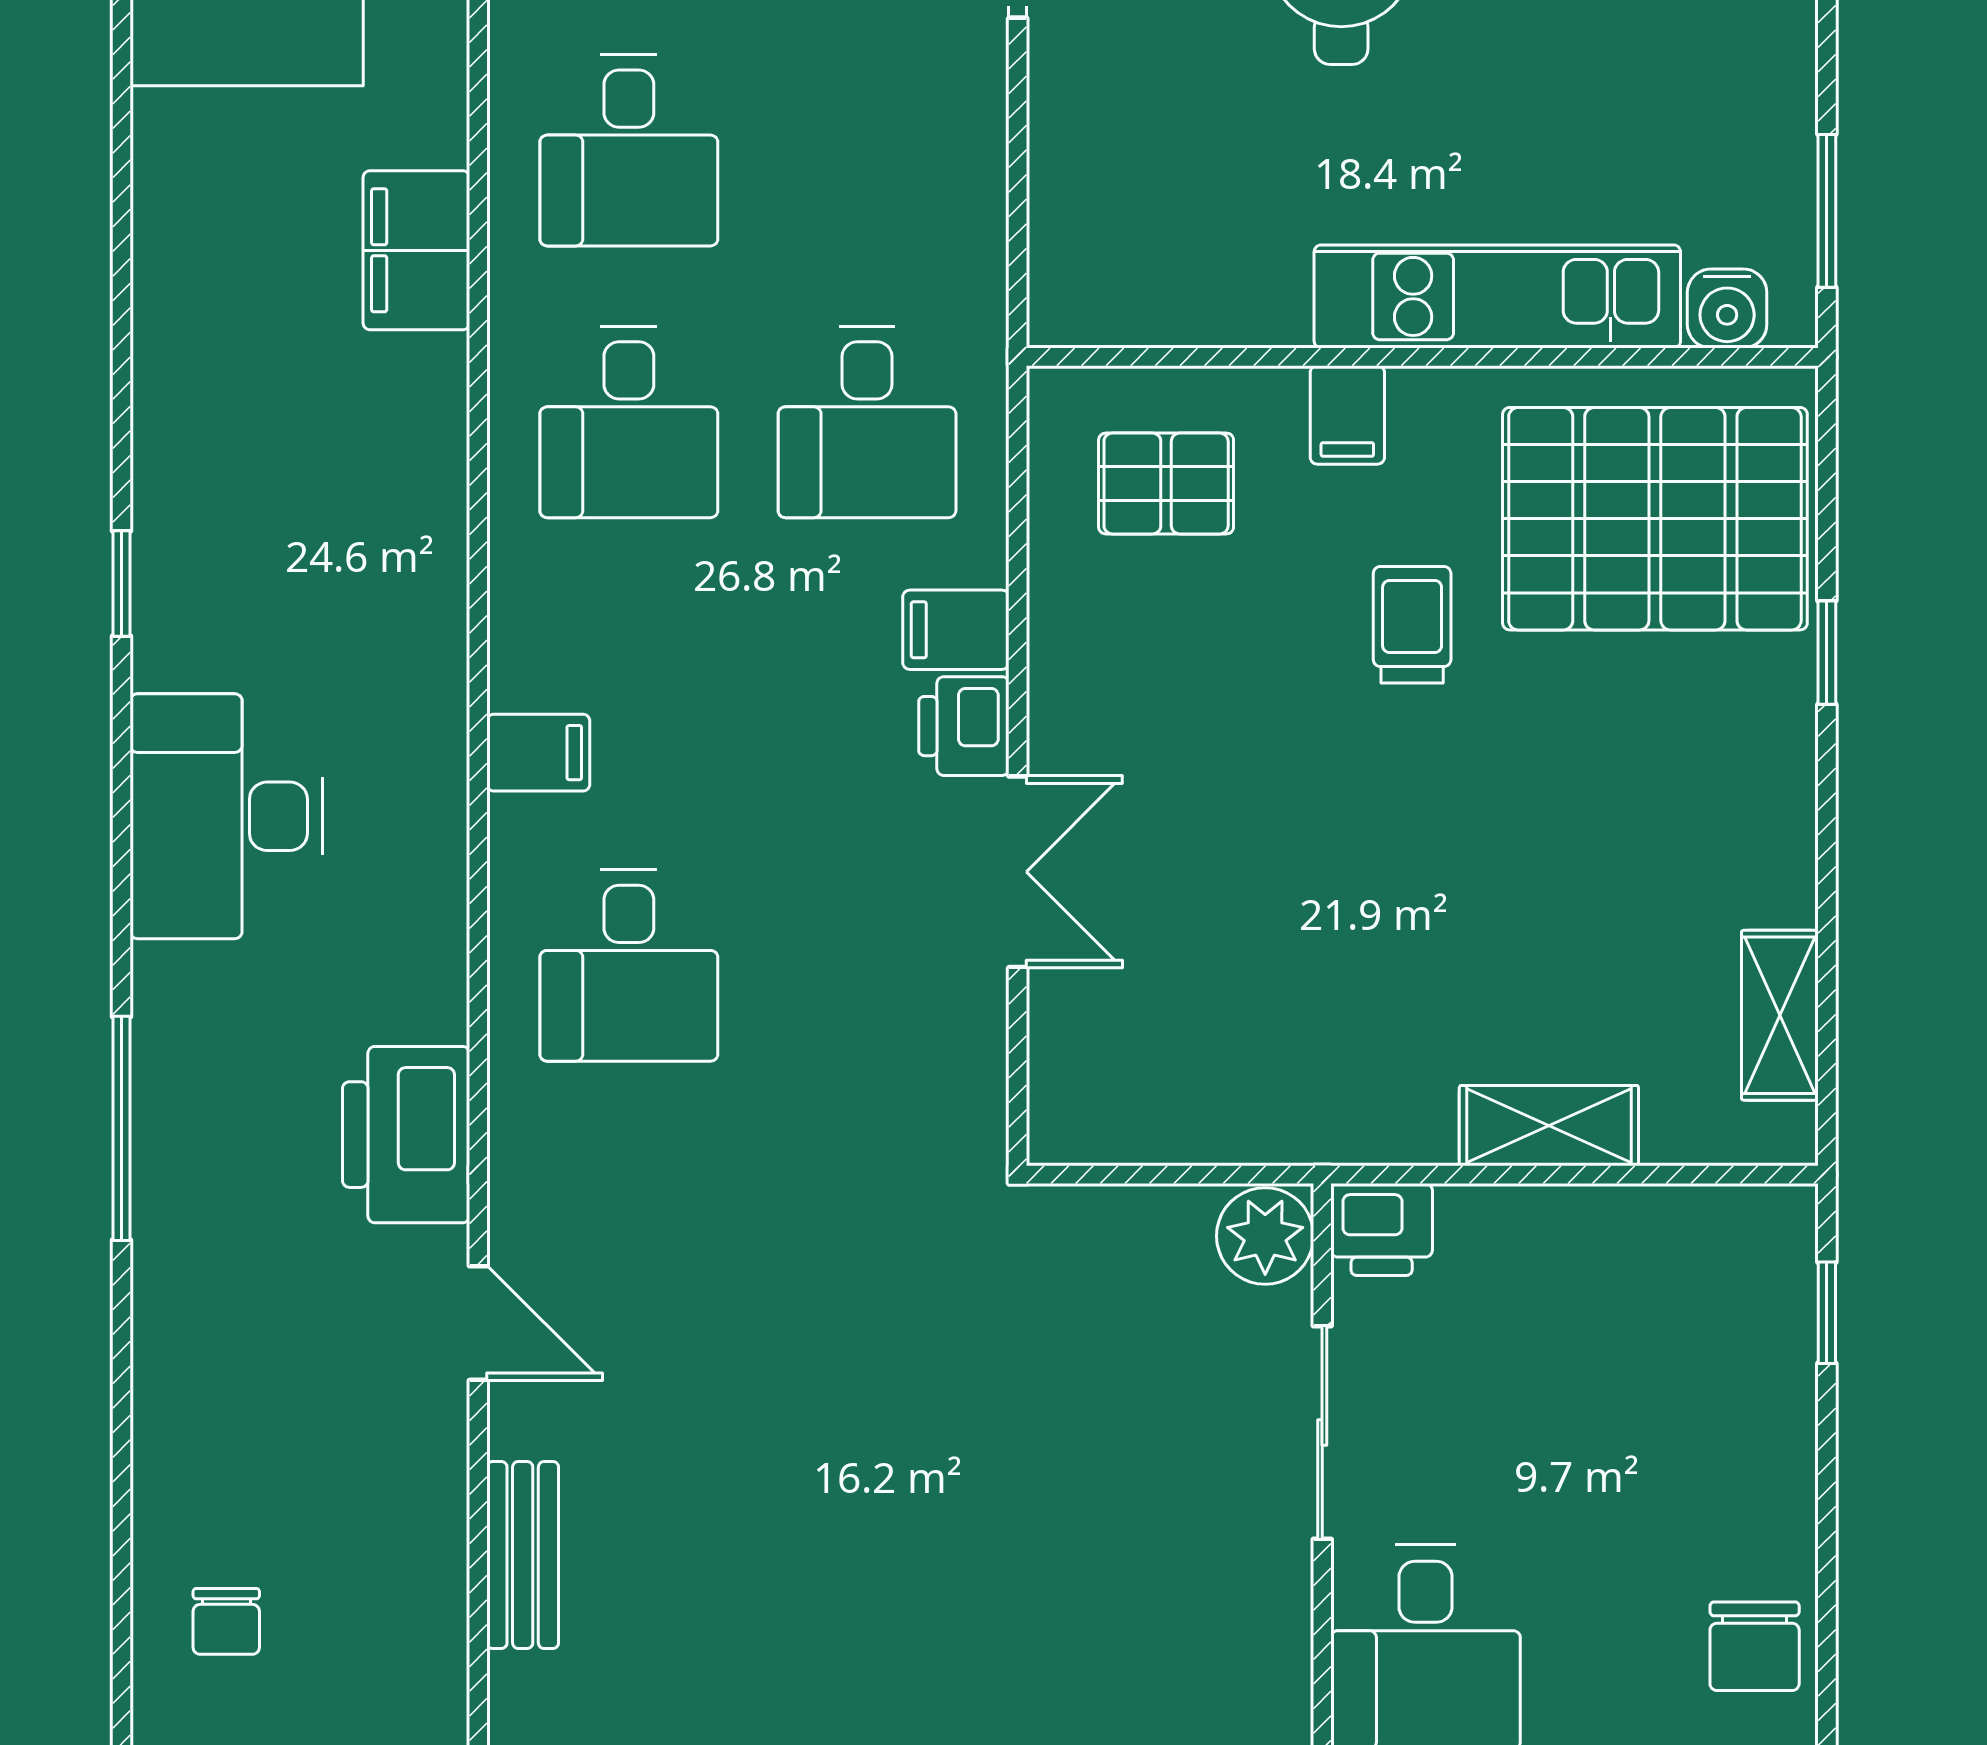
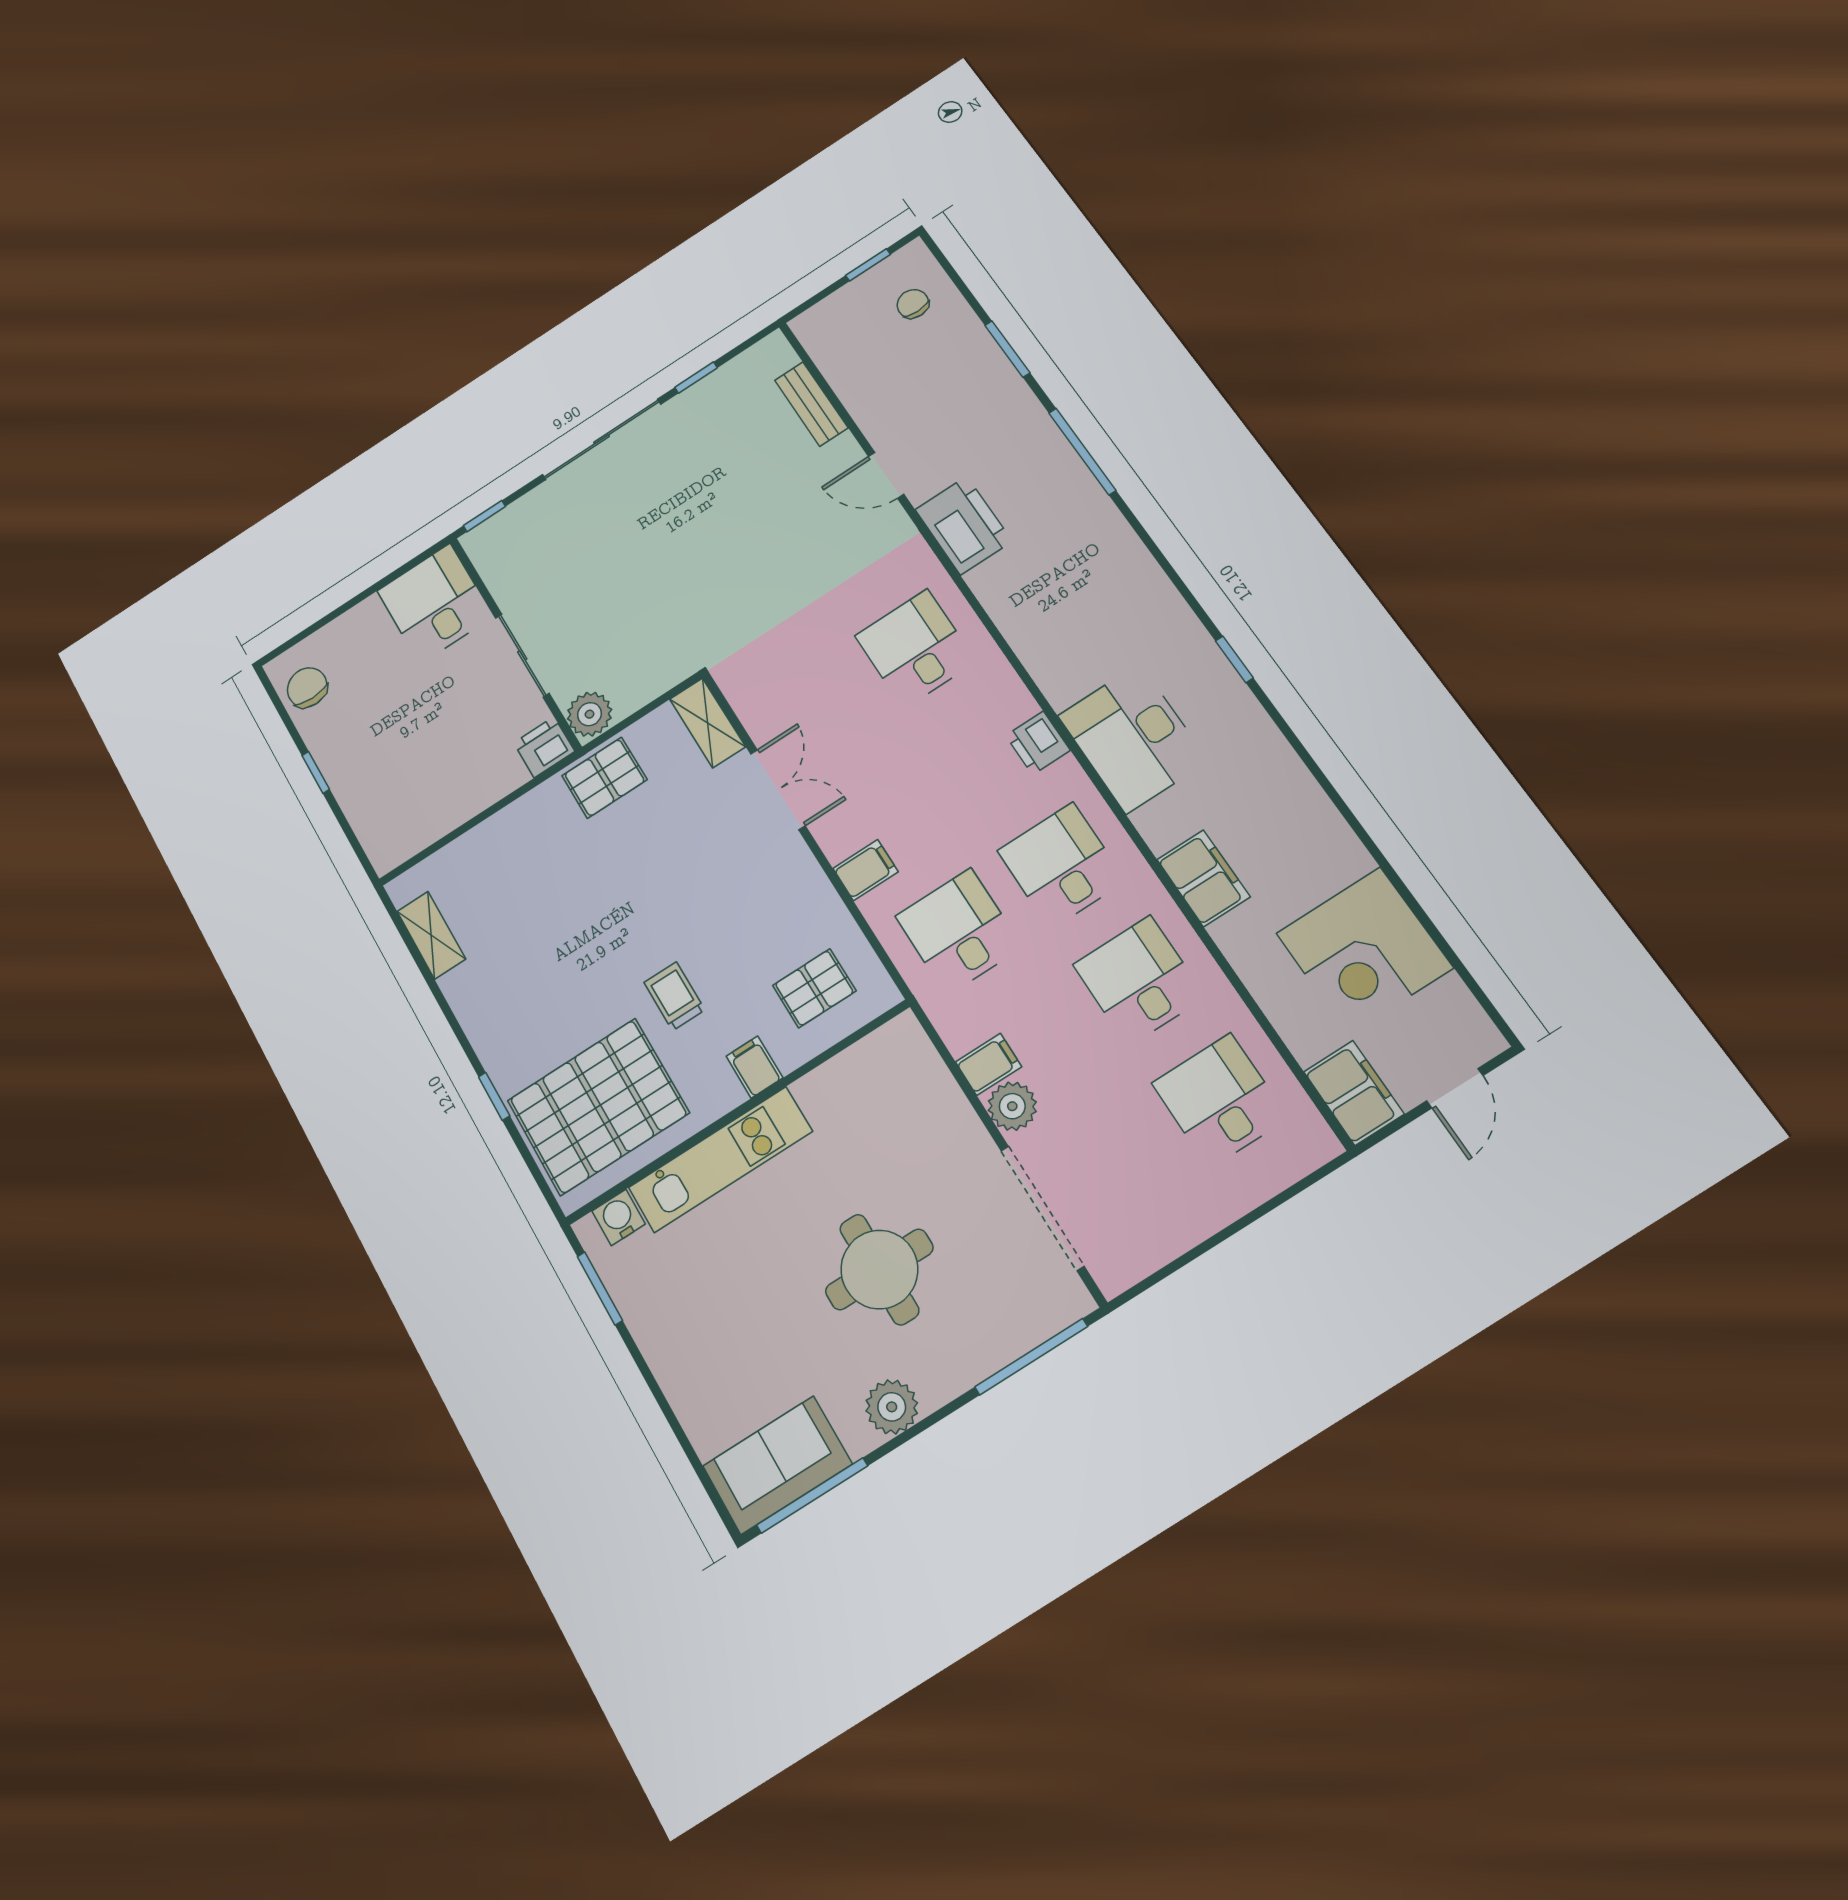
plant: (962, 79) -> (1012, 1106), added
trolley: (1412, 625) -> (674, 996), turned 180
printer: (964, 726) -> (1038, 743), moved, turned 180
filing cabinet: (538, 753) -> (988, 1064), moved, turned 180
desk: (226, 816) -> (1133, 738), moved, turned 180
double door: (1018, 872) -> (778, 790), swing flipped
pallet: (1306, 1099) -> (605, 778), added
shelving: (1549, 1126) -> (708, 723), moved, turned 90
window: (1827, 1313) -> (316, 772), moved
window: (121, 1413) -> (1007, 349), added

